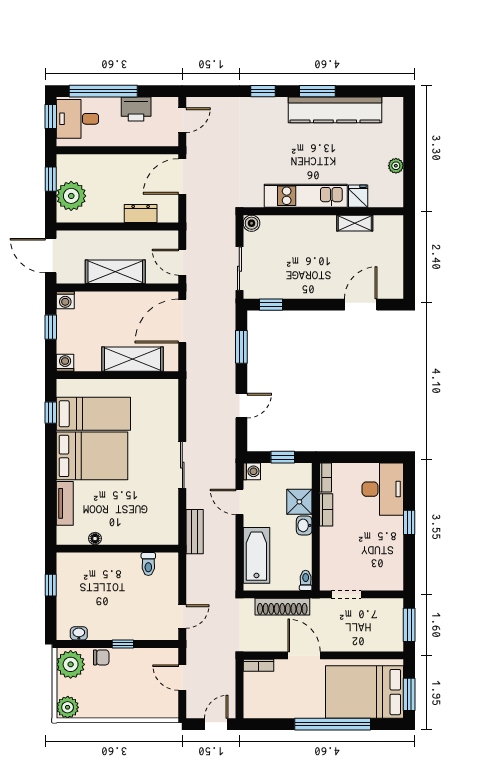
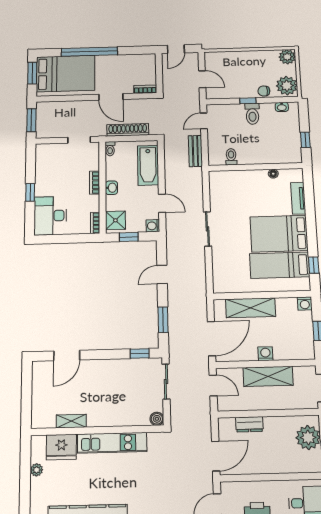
fridge: (358, 196) -> (61, 447), width x1.88, depth x1.34
washing machine: (65, 300) -> (265, 354), moved
shower: (299, 502) -> (115, 220), moved
bookcase: (326, 510) -> (95, 183), moved
bench: (195, 532) -> (195, 151), moved
toilet: (118, 625) -> (252, 114), added

